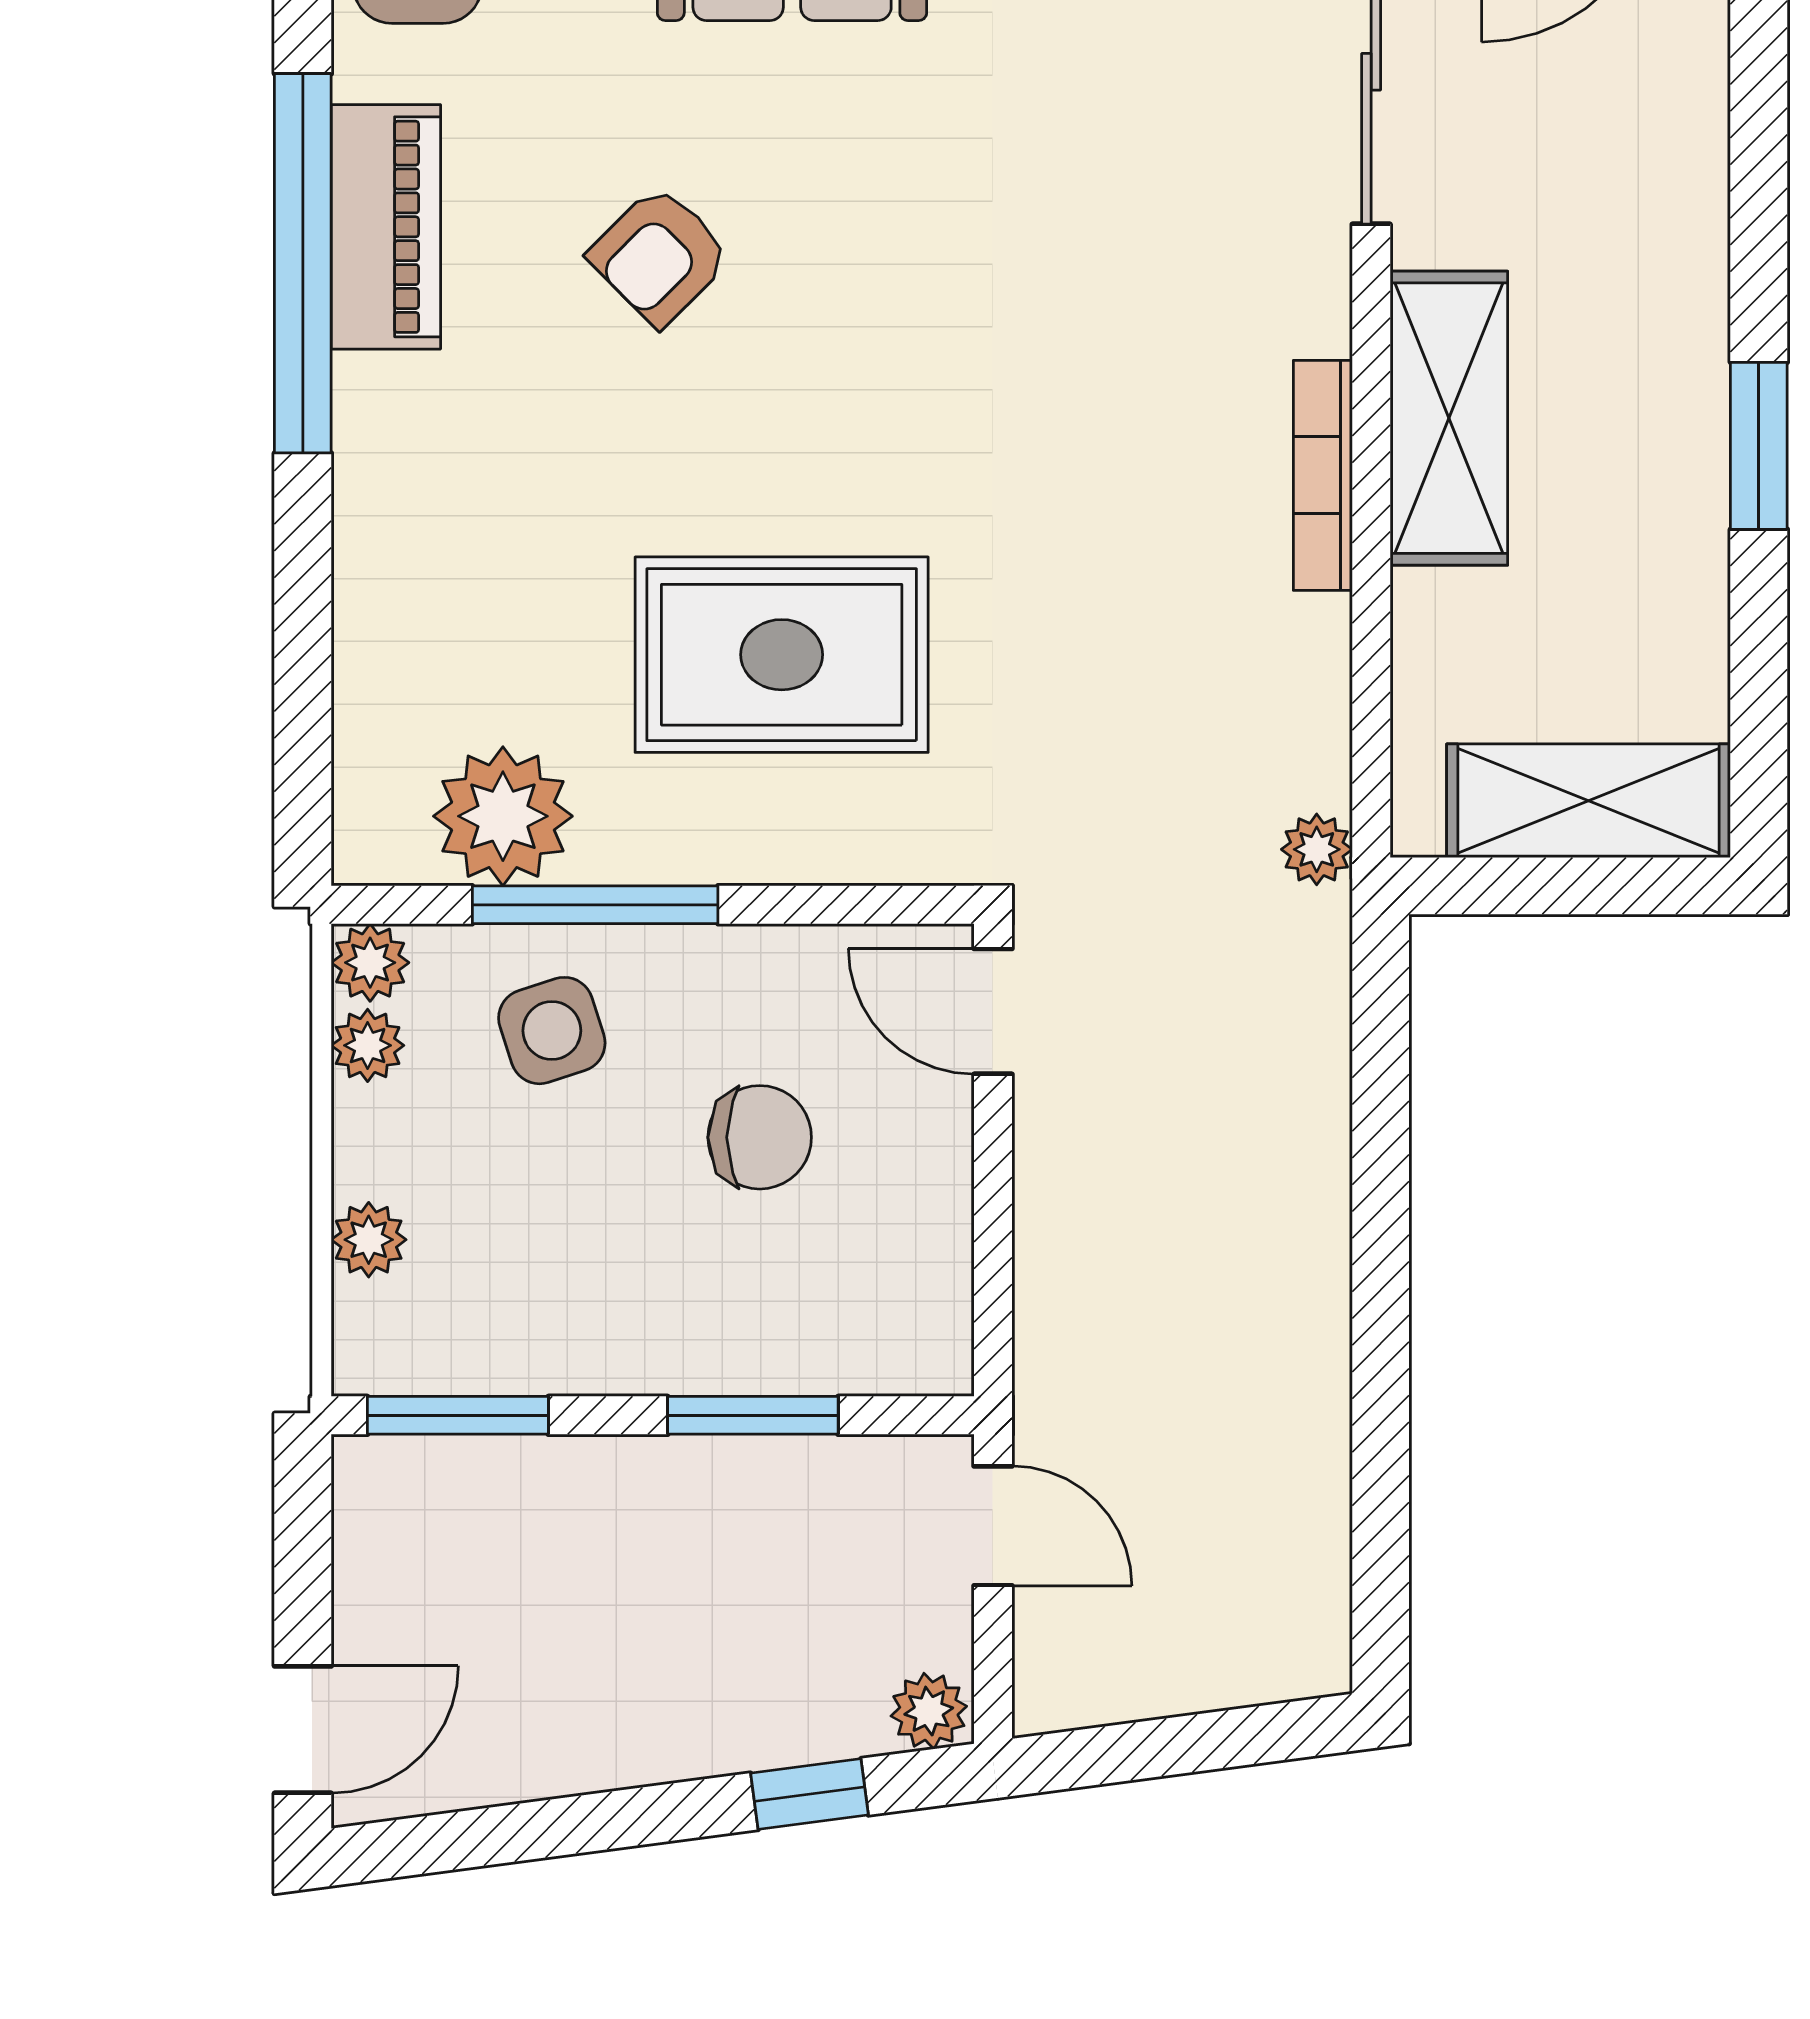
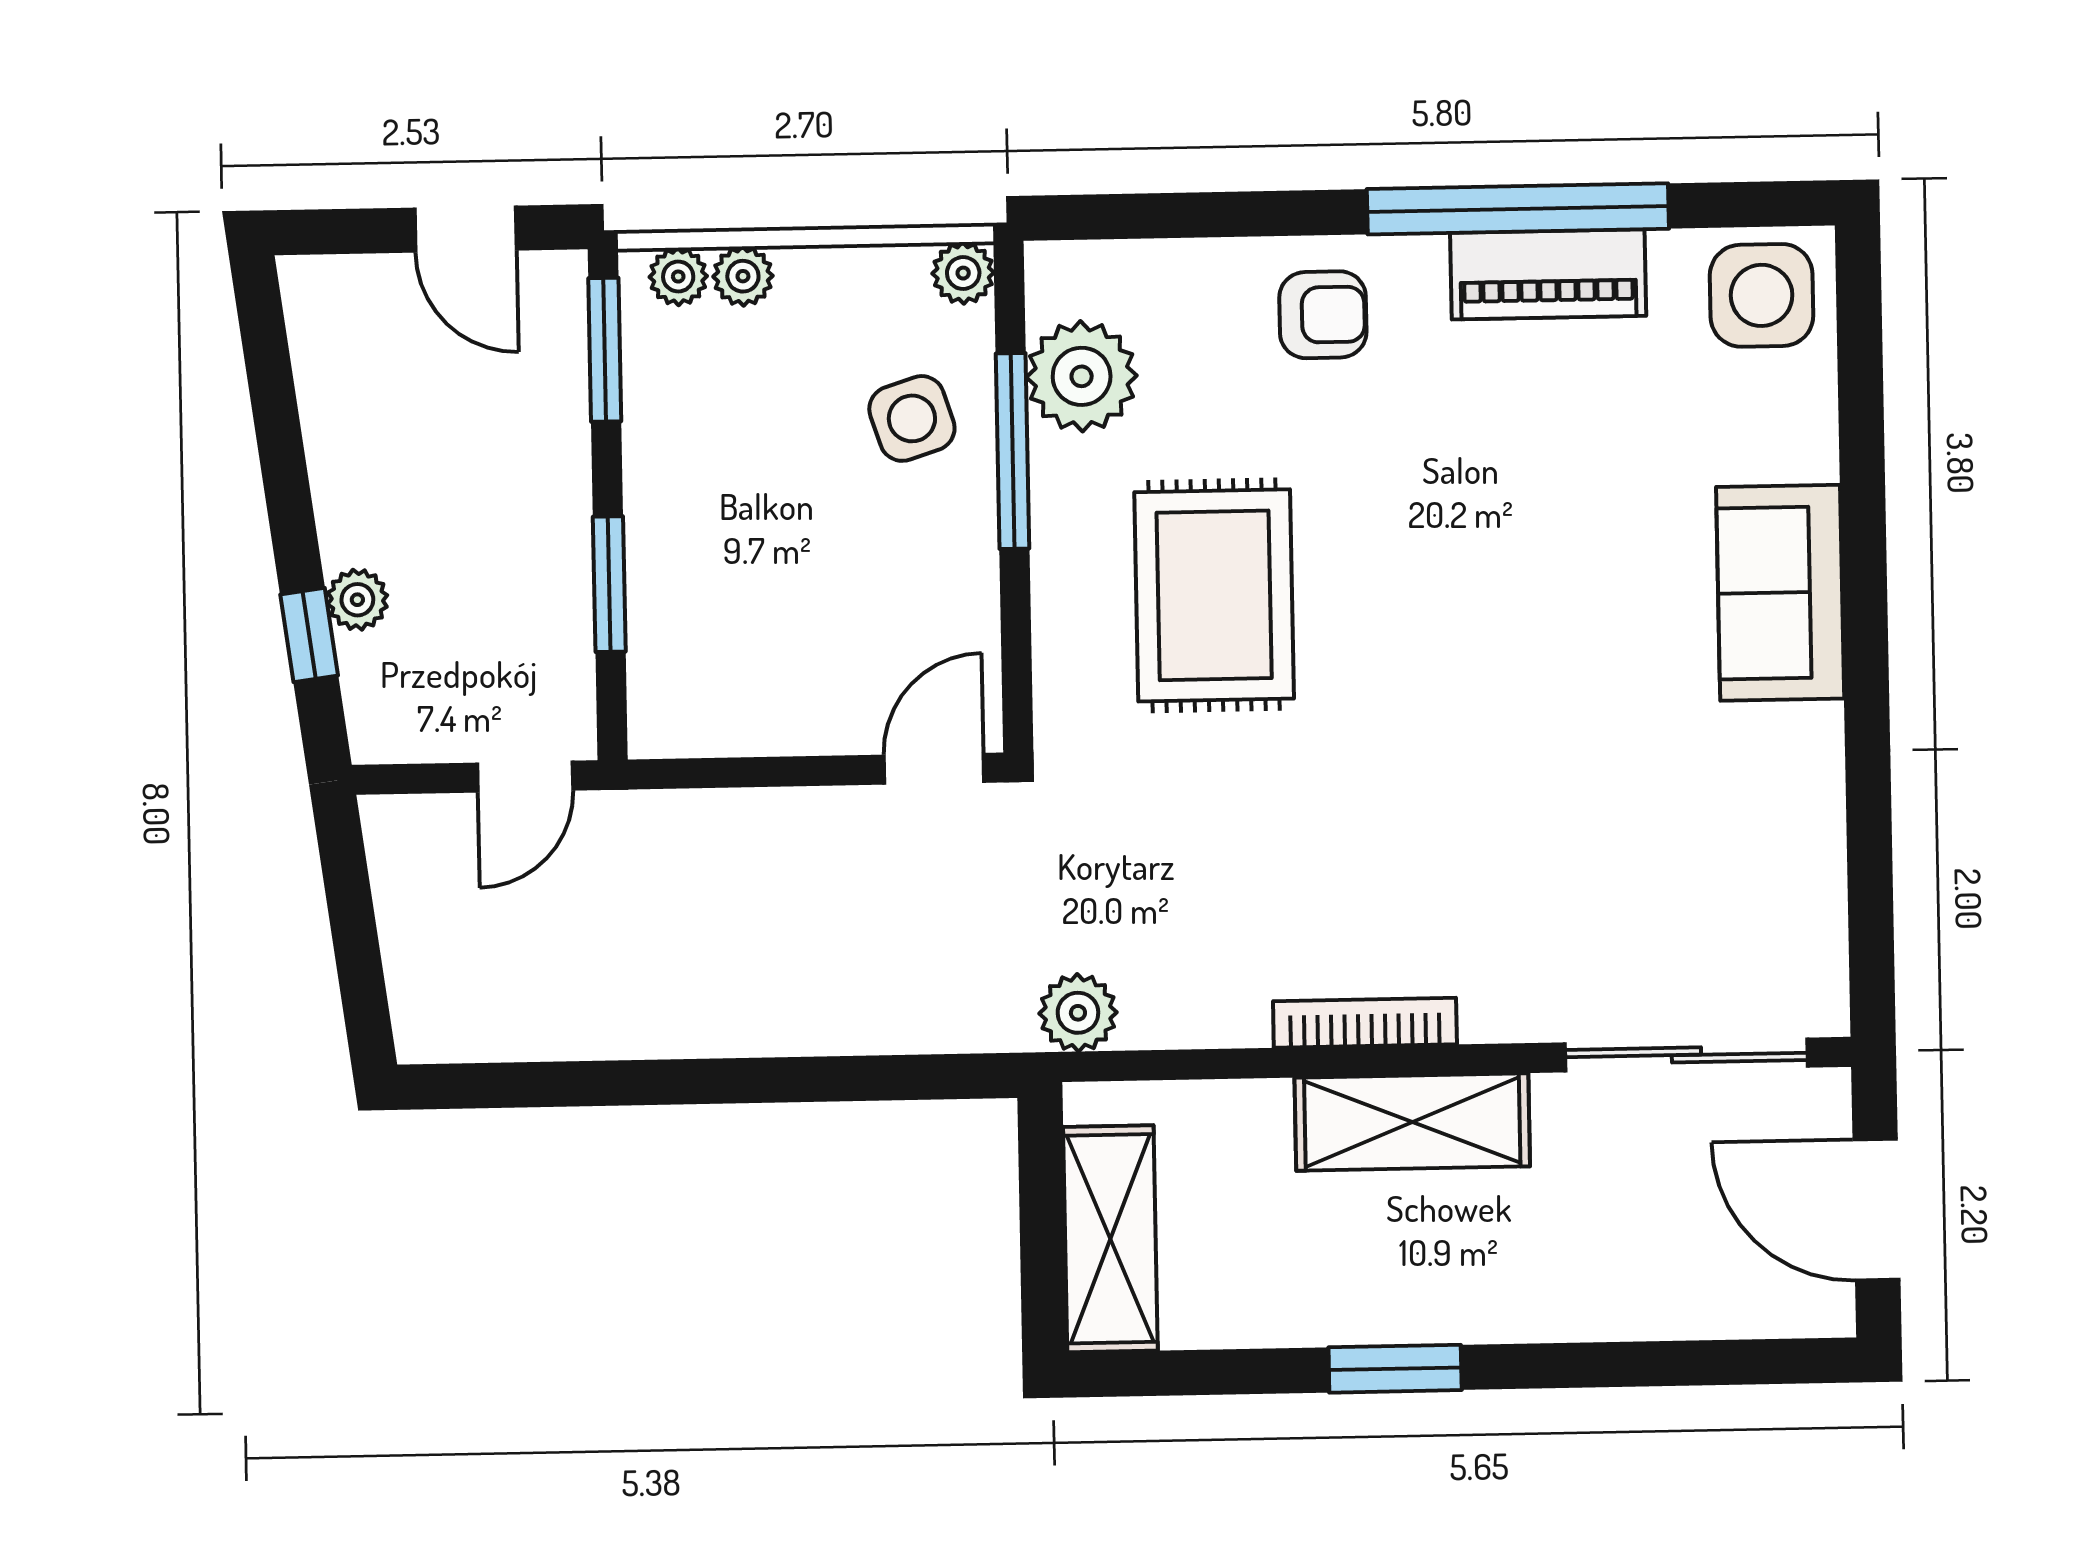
armchair: (660, 256) -> (1323, 315), moved, turned 135
plant: (1317, 849) -> (1078, 1013), width x1.38, depth x1.38
plant: (368, 1045) -> (678, 276), moved
chair: (760, 1137) -> (830, 585), removed
plant: (929, 1711) -> (357, 600), moved
door: (303, 1730) -> (466, 229), moved

